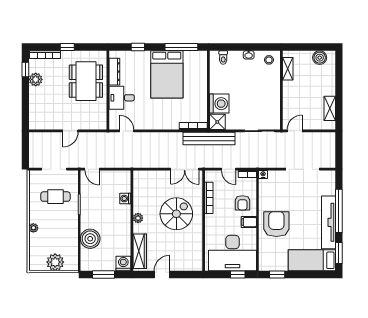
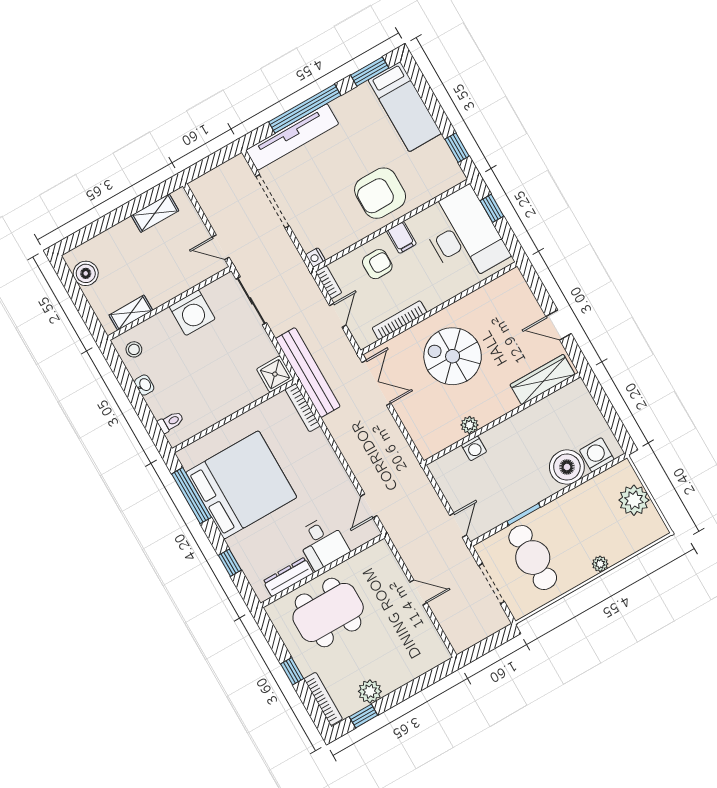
bed: (167, 74) -> (241, 485), width x1.36
washing machine: (219, 104) -> (192, 313), moved, turned 180
cafe table: (55, 197) -> (533, 558), width x1.37, depth x1.35
plant: (138, 218) -> (469, 425), moved
tv unit: (328, 222) -> (292, 137), moved
washing machine: (123, 264) -> (597, 455), moved, turned 90
window: (104, 274) -> (610, 415), removed

